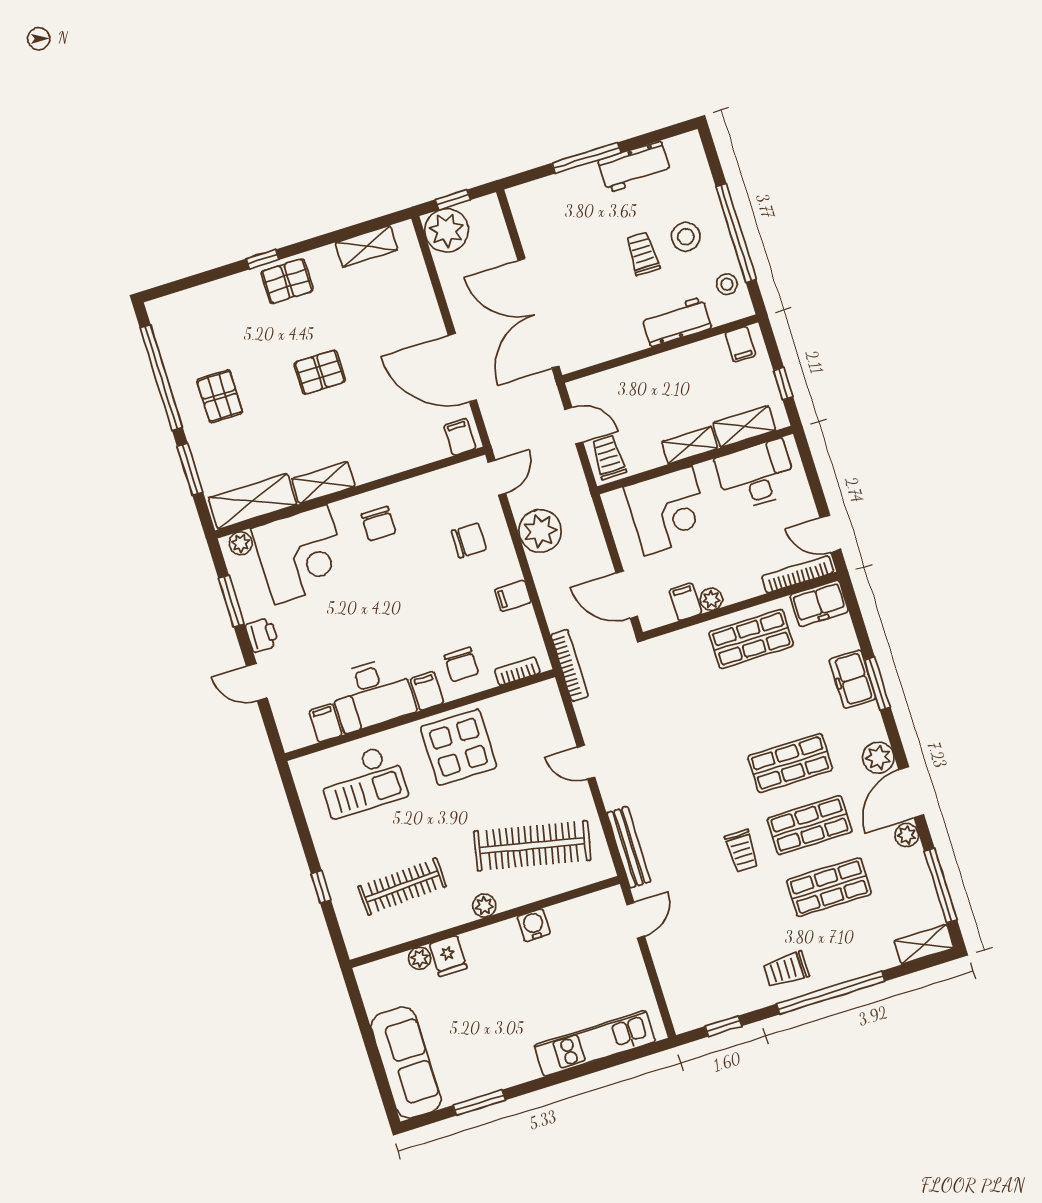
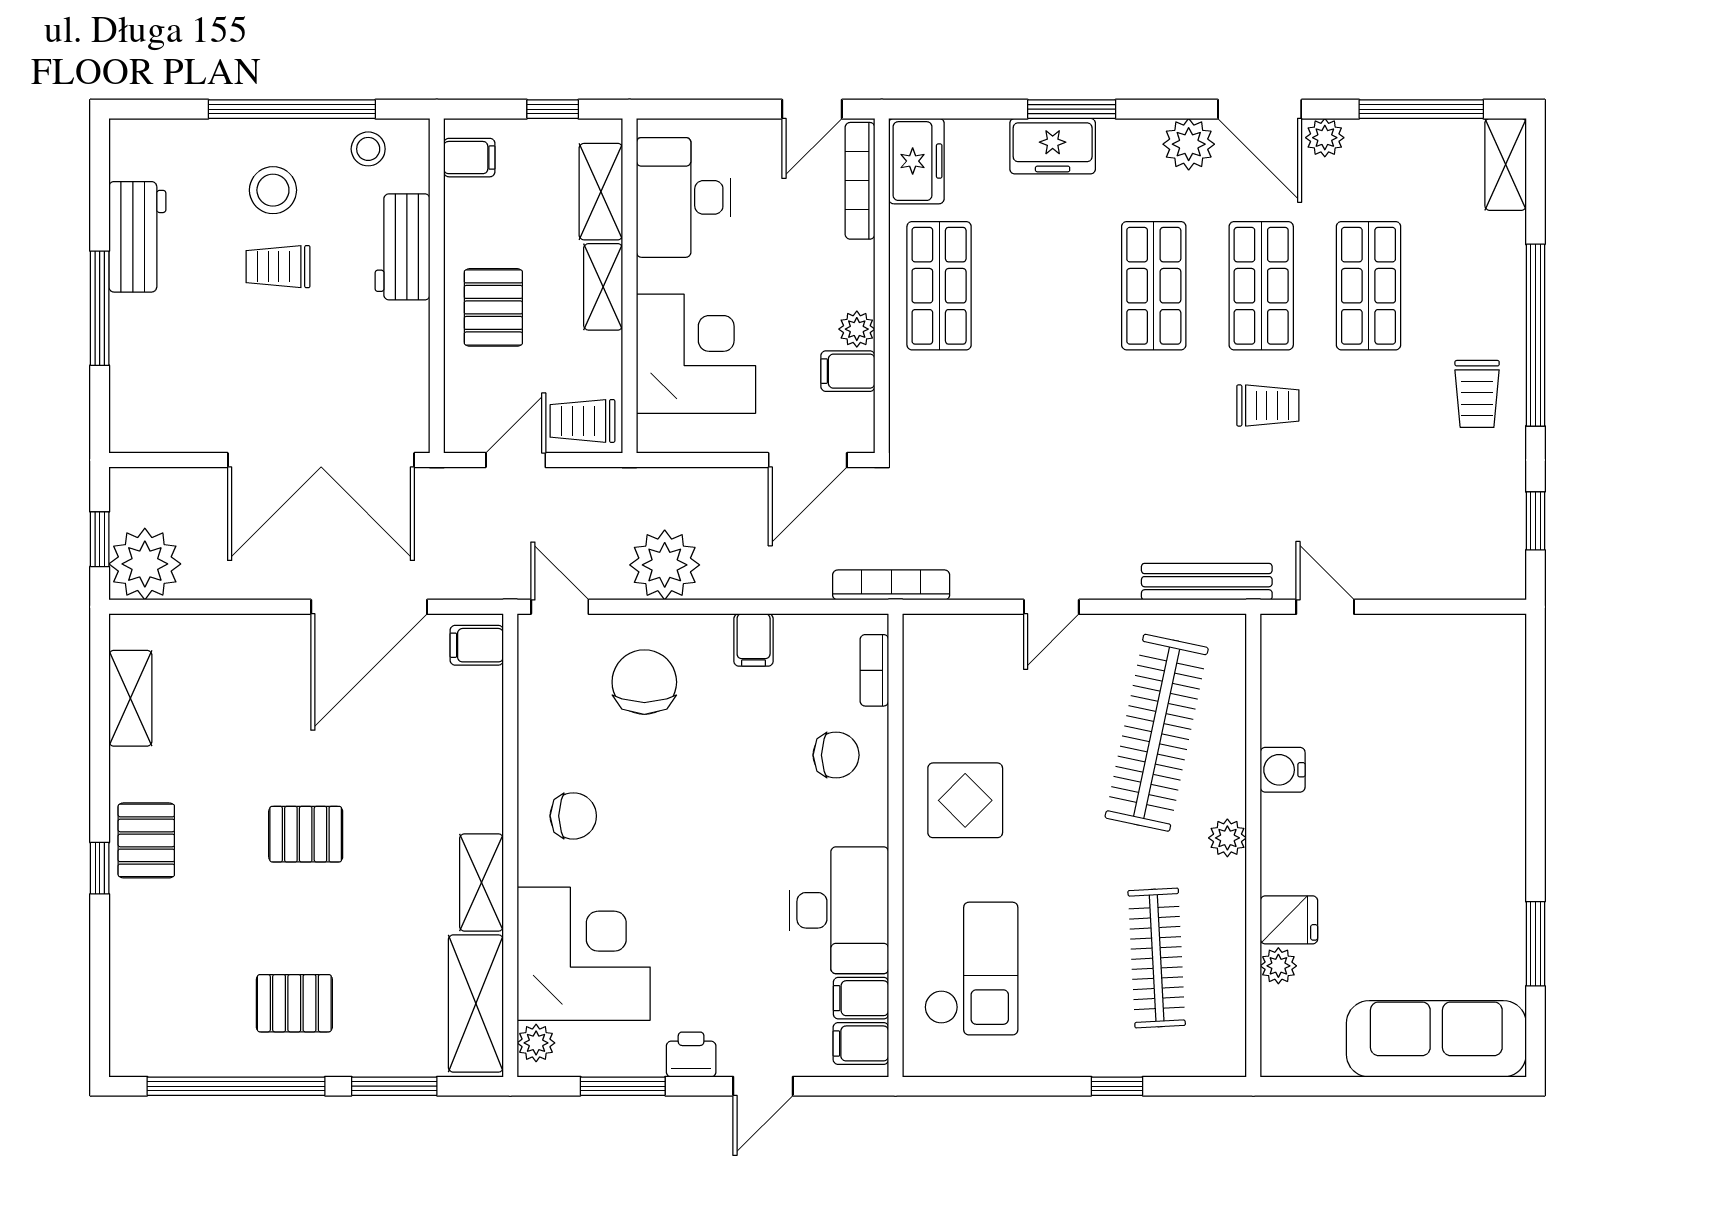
pallet: (320, 372) -> (306, 834), turned 90
pallet: (658, 385) -> (493, 307), added
chair: (469, 540) -> (644, 682), width x1.37, depth x1.37
filing cabinet: (427, 691) -> (861, 1043), moved
display table: (459, 747) -> (965, 800), width x0.73, depth x0.73
kitchen unit: (595, 1043) -> (1499, 732), removed

